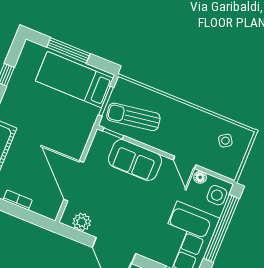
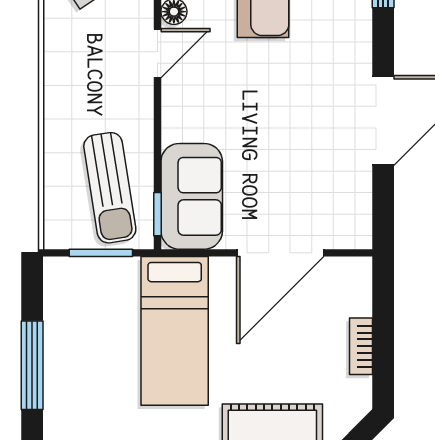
bed: (74, 80) -> (175, 331), moved
sofa: (135, 160) -> (192, 196), moved
plant: (82, 222) -> (353, 205), removed

